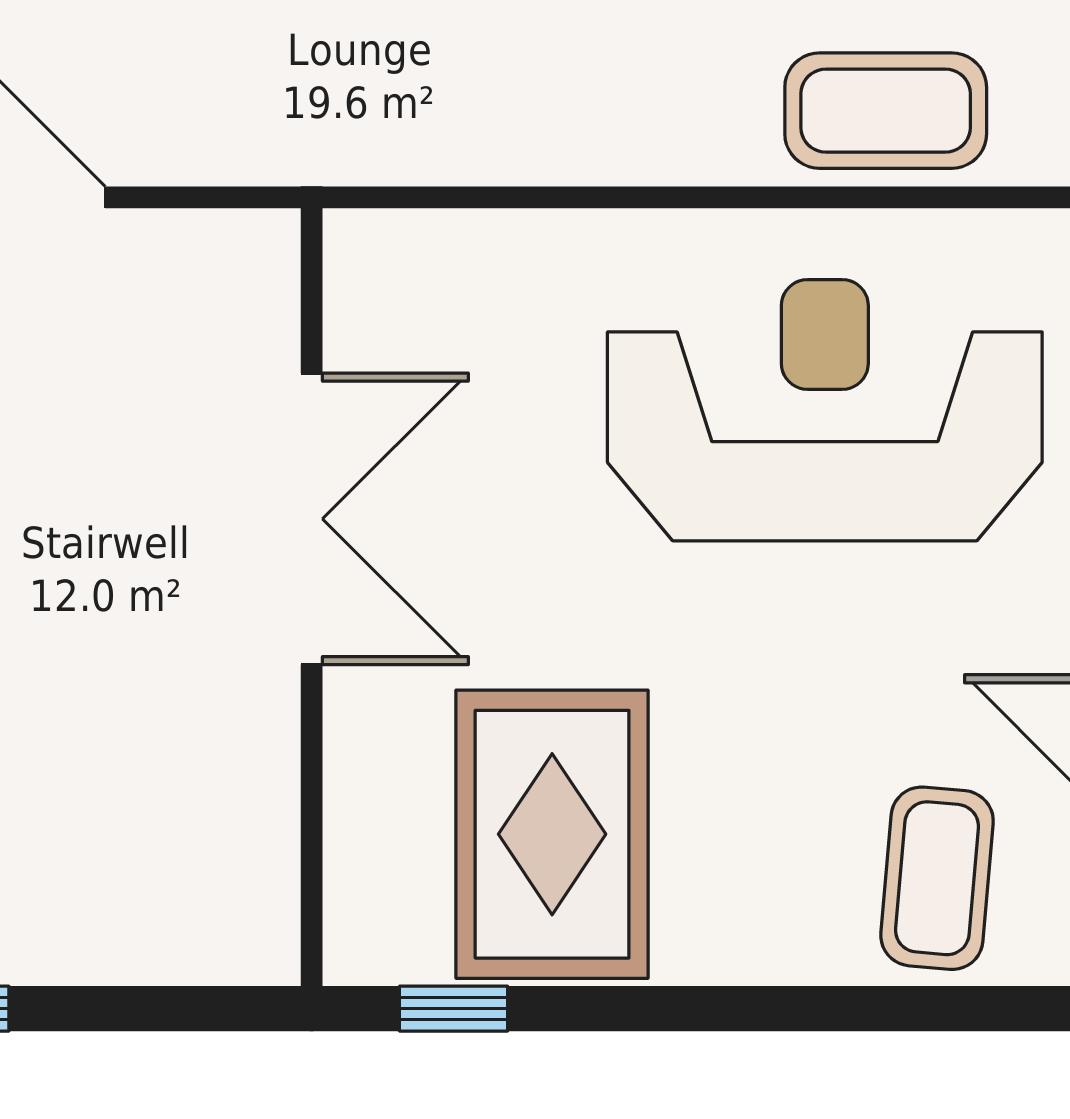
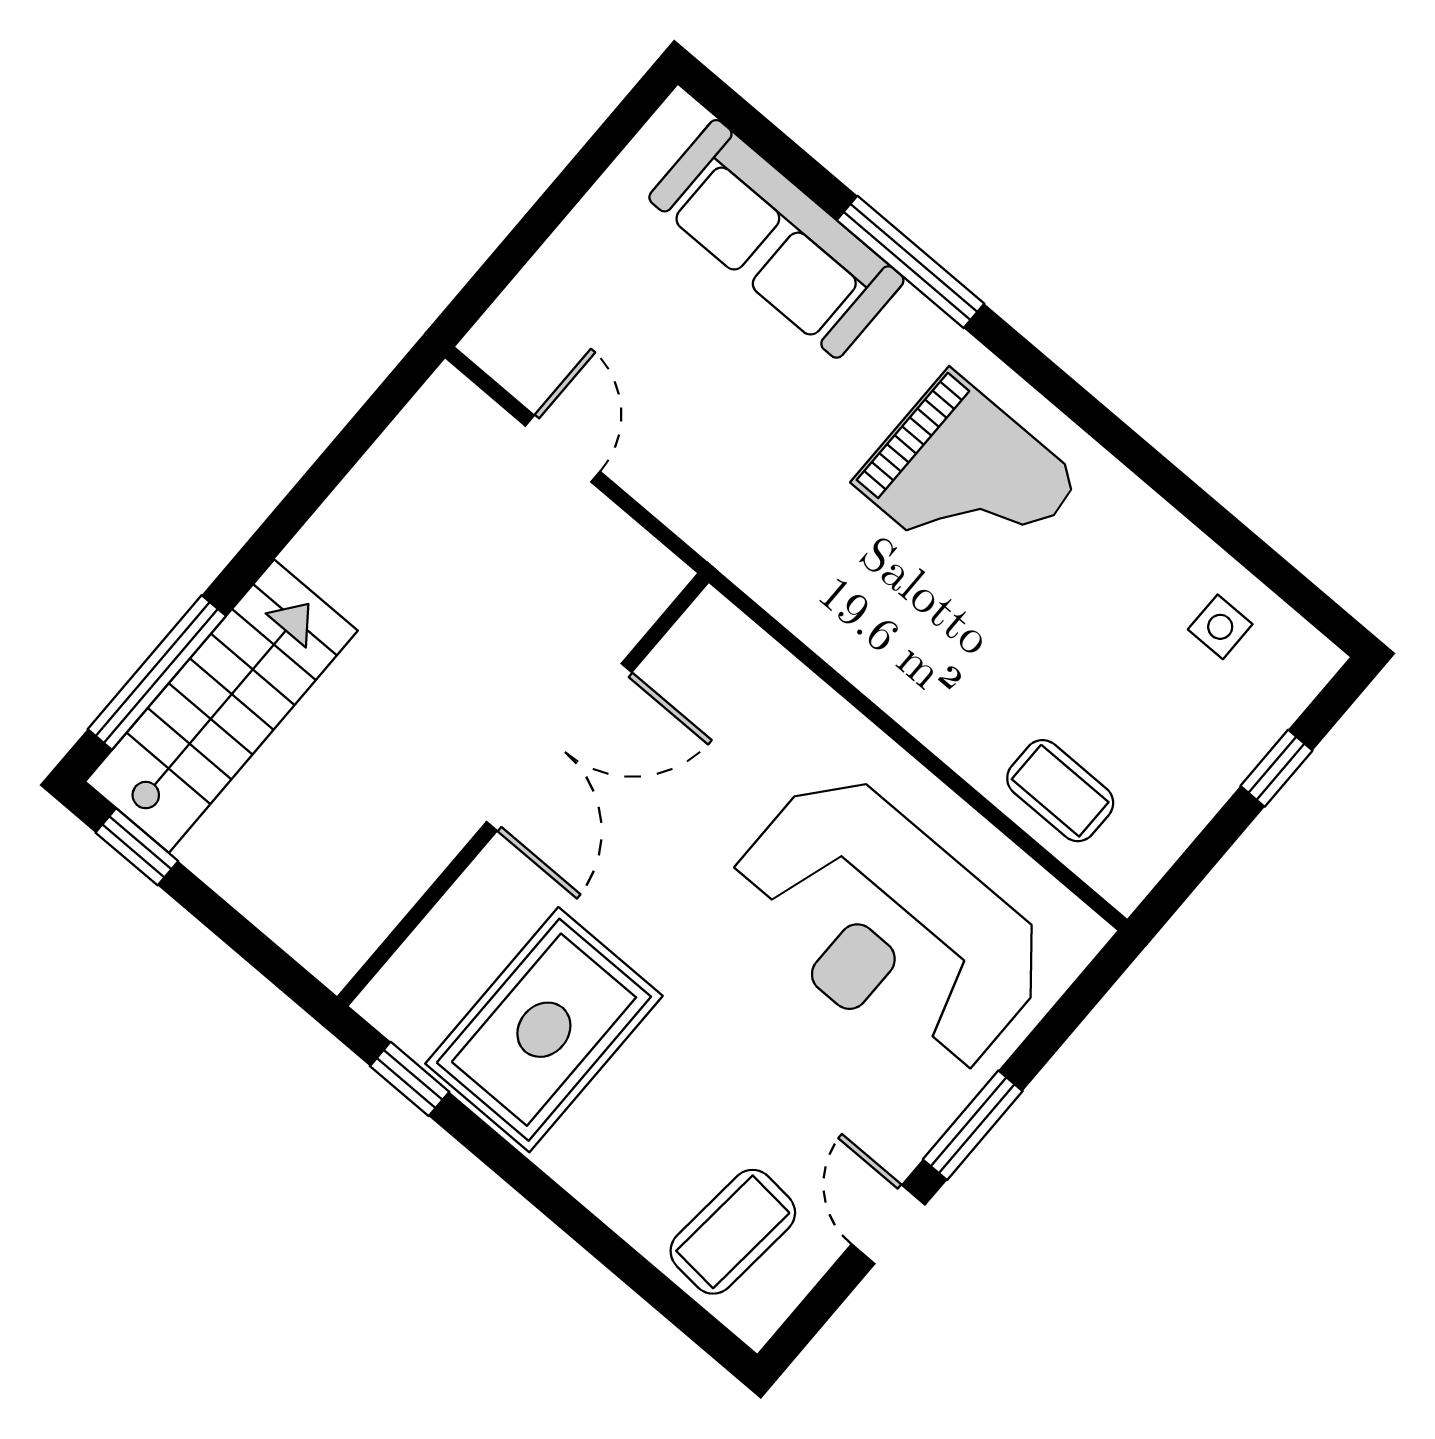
coffee table: (886, 111) -> (1060, 791), width x0.73, depth x0.77
reception desk: (825, 410) -> (888, 925), turned 180

